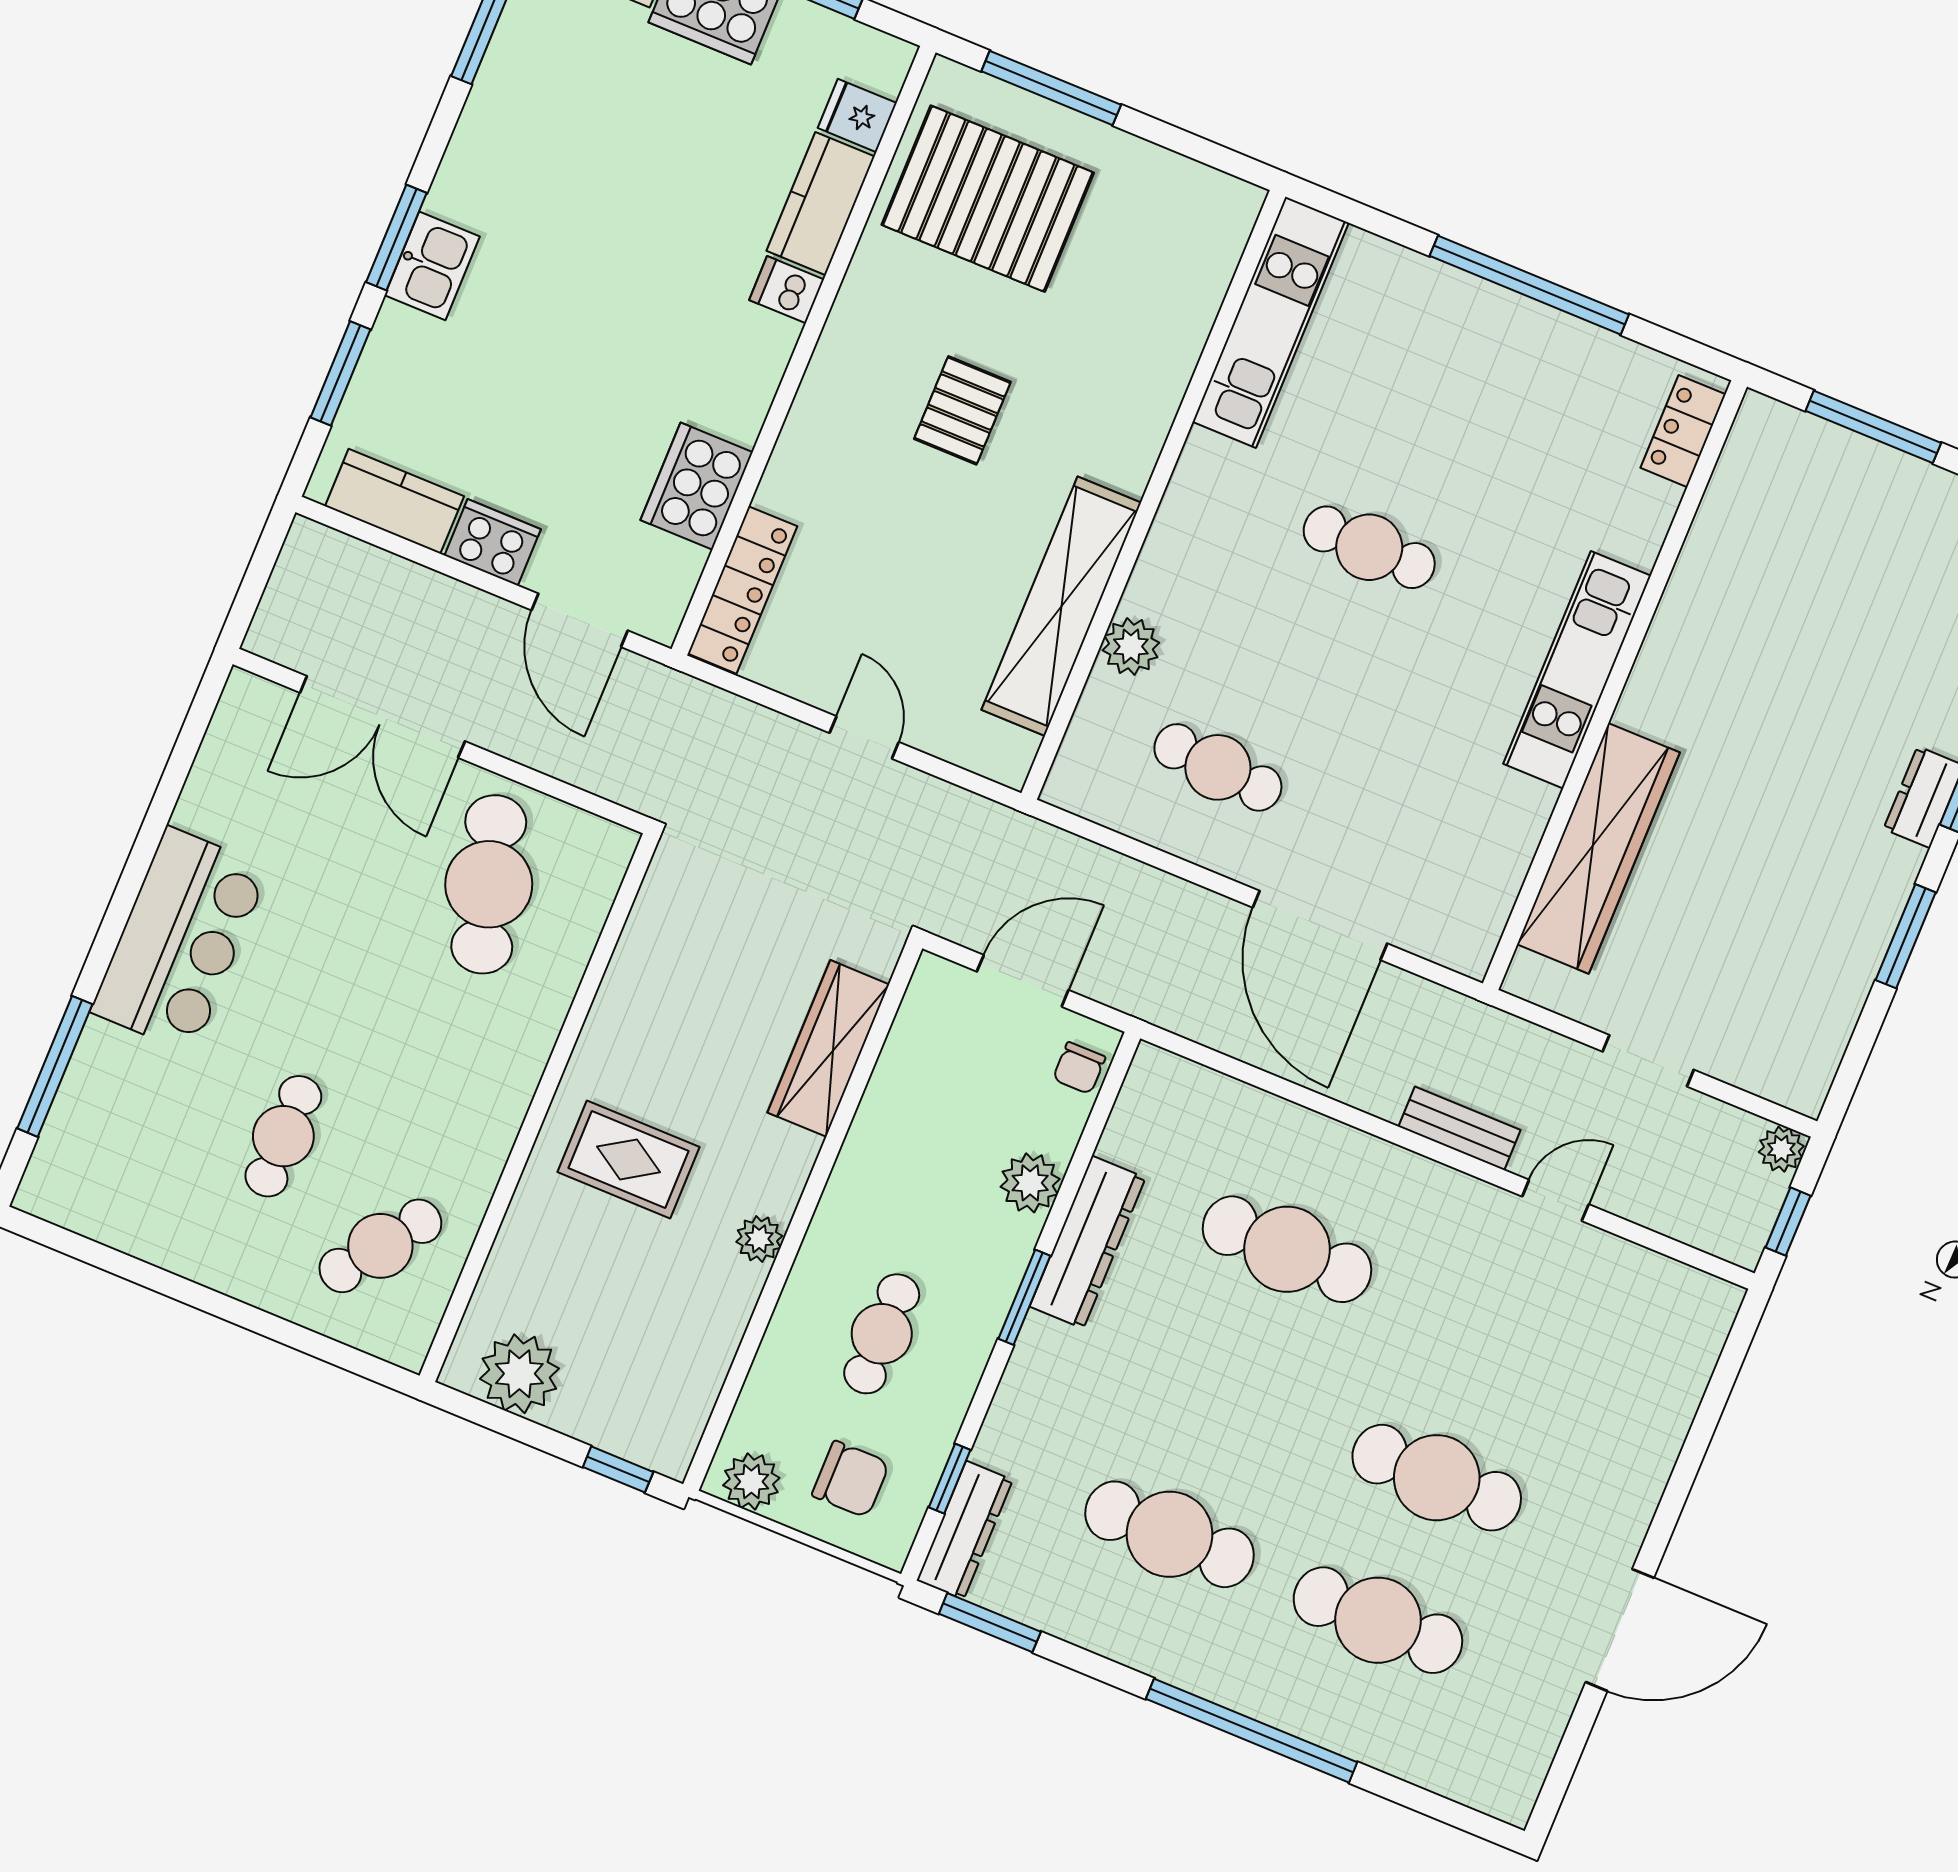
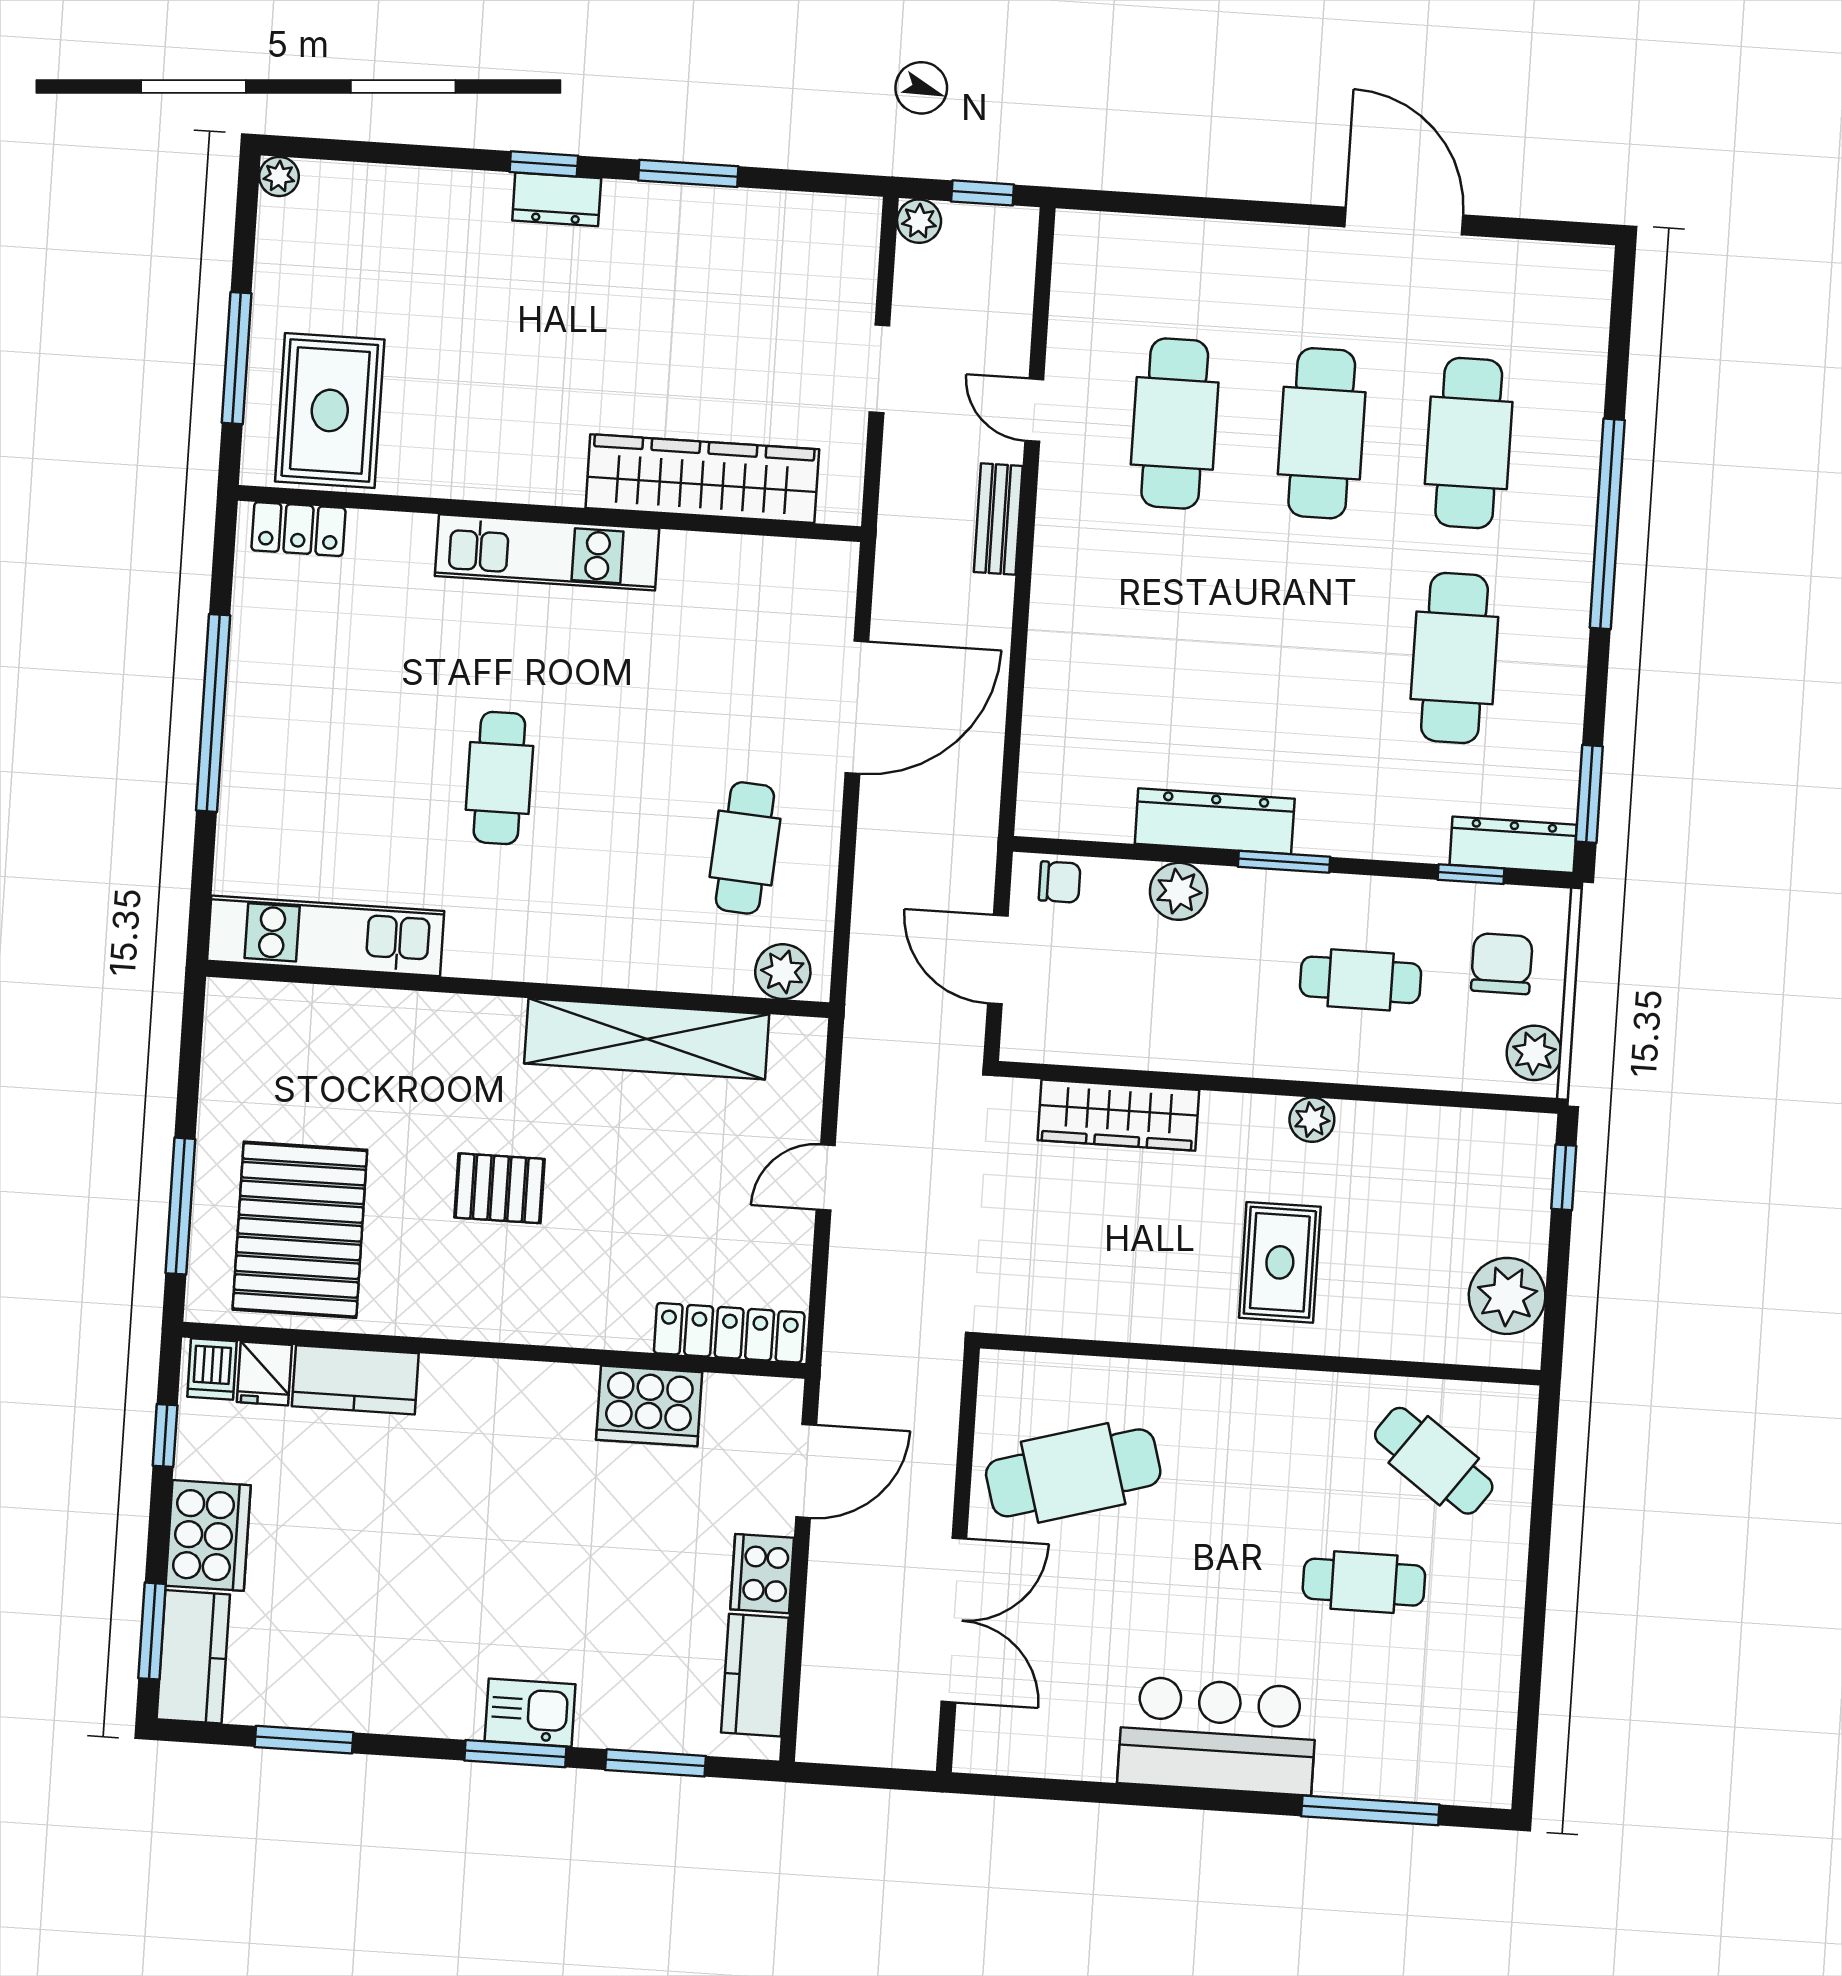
dishwasher: (787, 290) -> (212, 1369), moved
rug: (1790, 502) -> (330, 410), added
plant: (1131, 646) -> (783, 972), moved
cafe table: (1287, 1249) -> (1175, 423), moved

